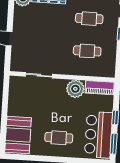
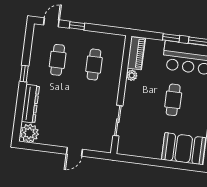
plant: (75, 89) -> (132, 75), width x0.53, depth x0.53
cafe table: (59, 138) -> (173, 100), moved

